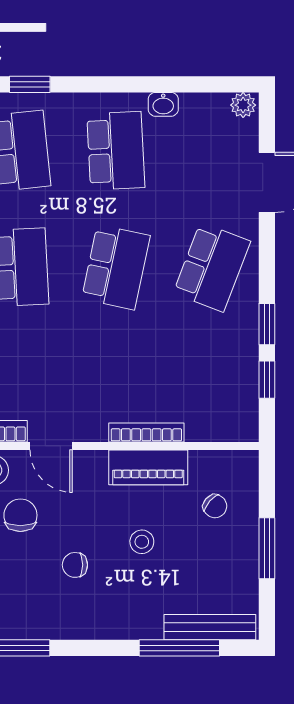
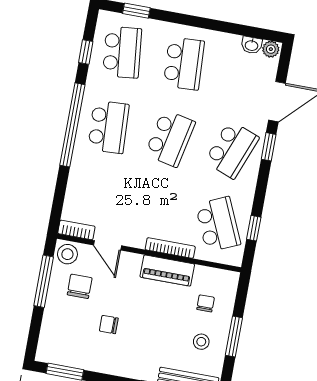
washbasin: (163, 104) -> (252, 45), moved
window: (267, 324) -> (269, 147), moved
school desk: (212, 384) -> (218, 224), added
chair: (215, 506) -> (206, 303), turned -131
stool: (142, 542) -> (201, 342), moved

